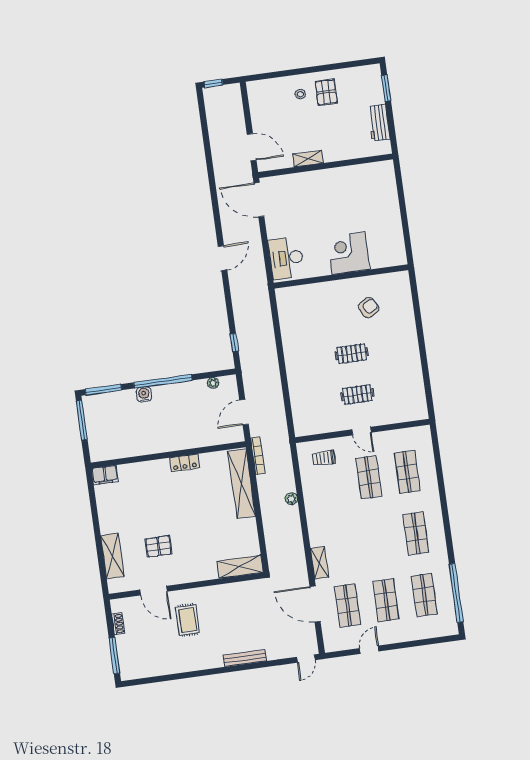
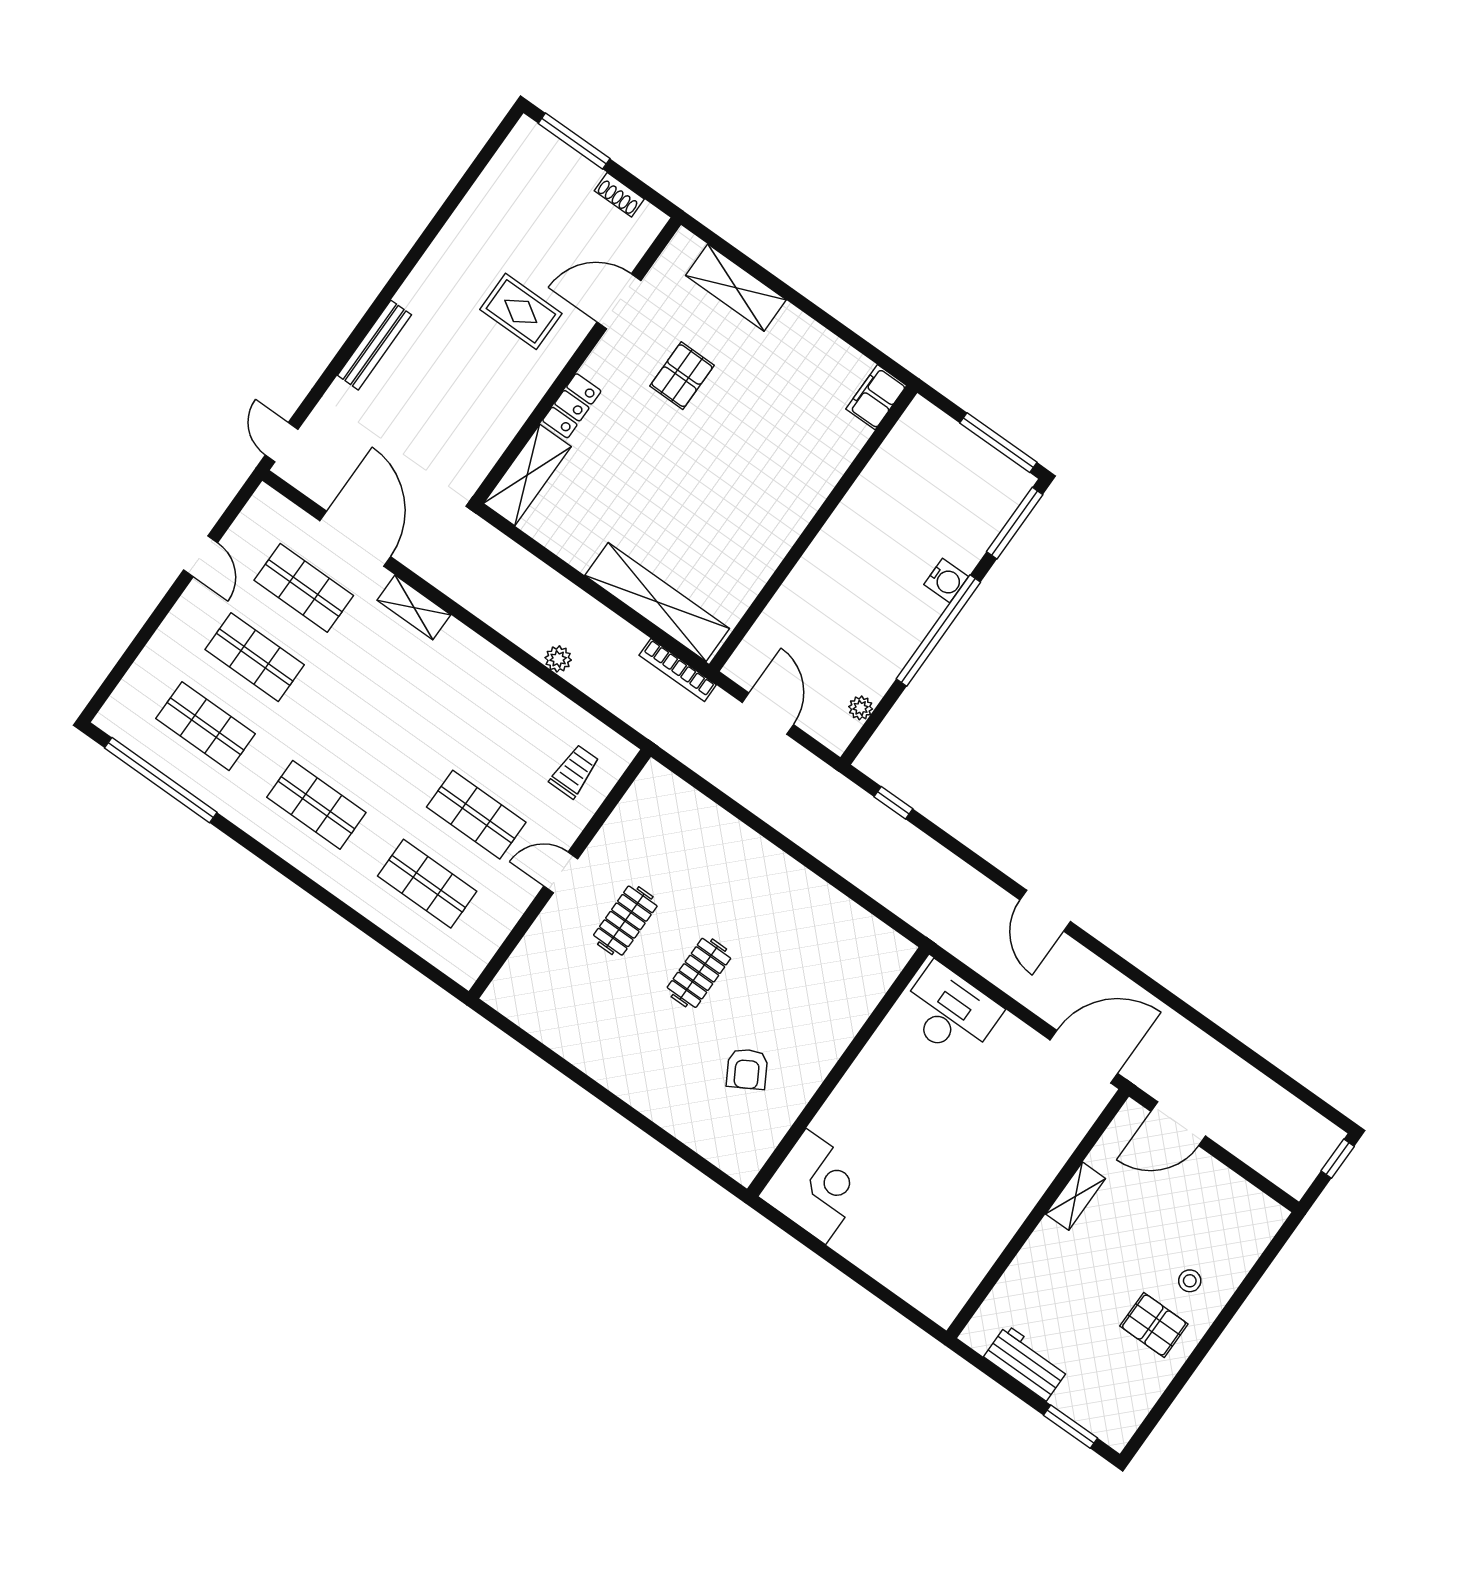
corner desk: (348, 253) -> (816, 1186), moved
locker: (184, 463) -> (572, 406), moved, turned 180
door: (315, 604) -> (355, 539), hinge flipped

